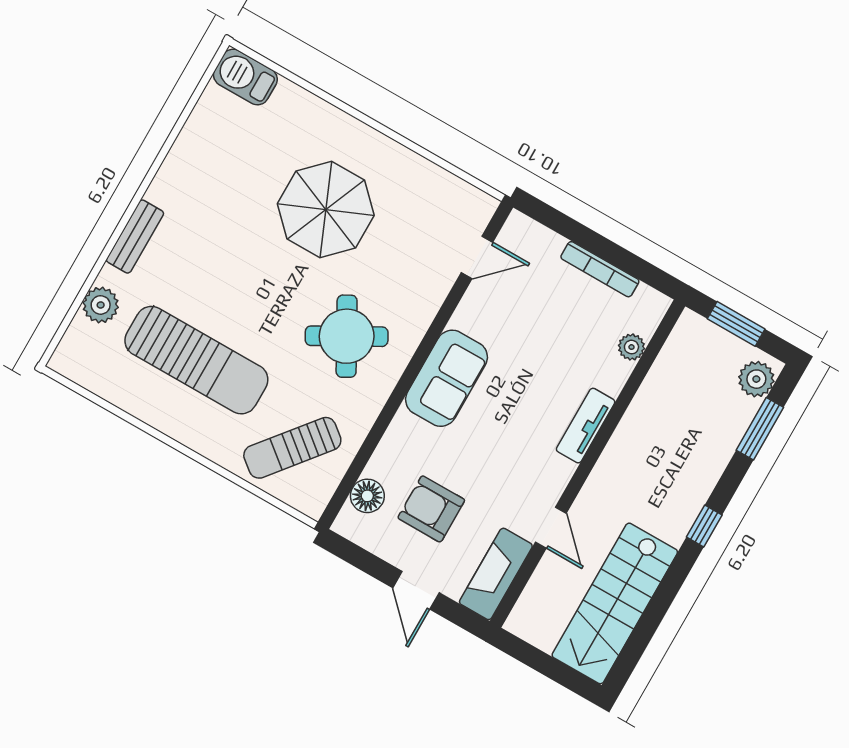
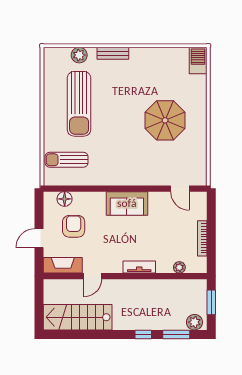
round table: (347, 336) -> (121, 156), removed
sun lounger: (292, 448) -> (67, 160), turned -39
window: (704, 526) -> (143, 334), moved

